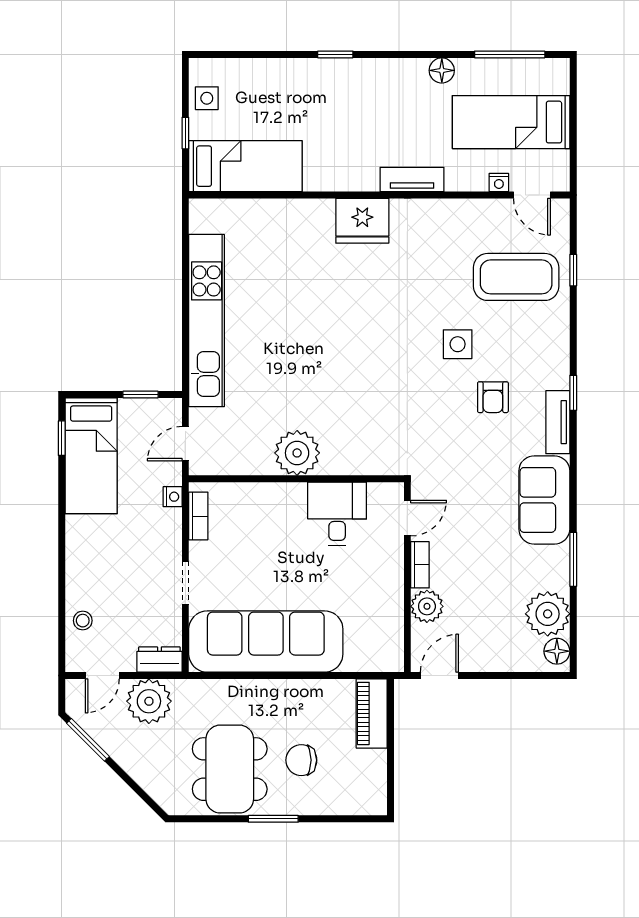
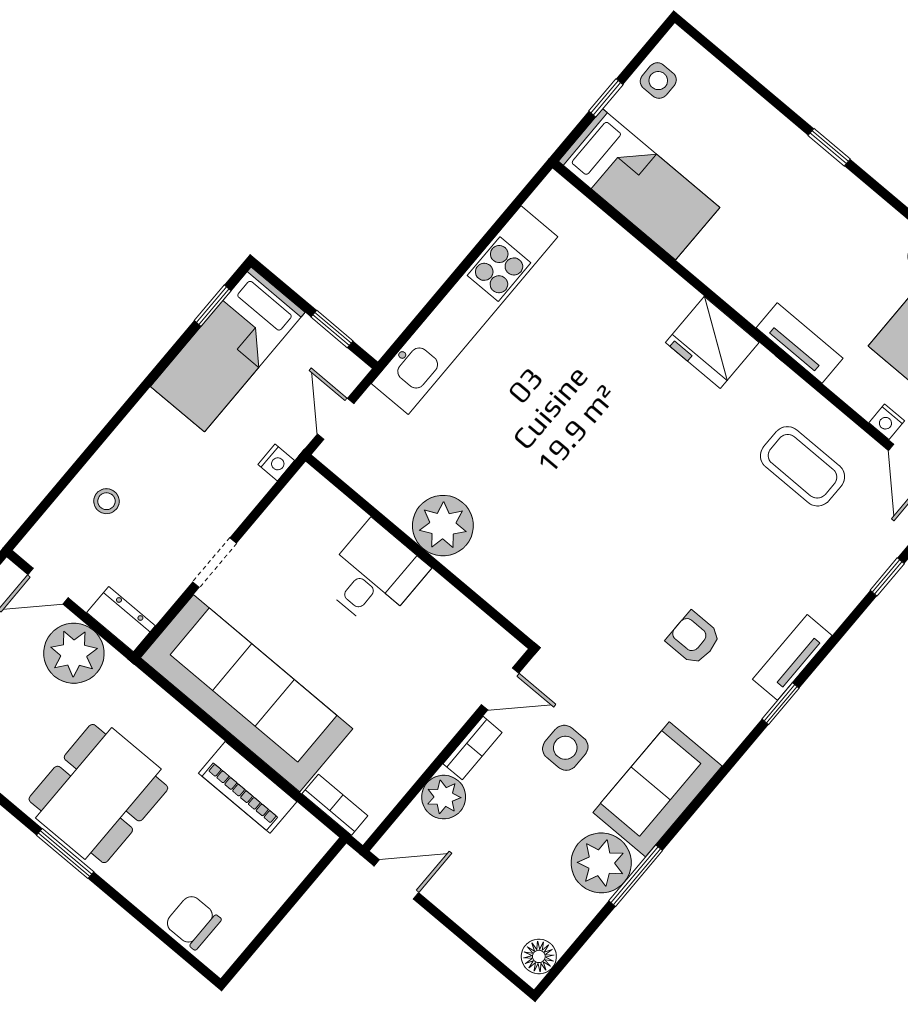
coffee table: (516, 277) -> (803, 466), moved, width x0.73, depth x0.76
side table: (458, 344) -> (565, 748), moved
armchair: (493, 397) -> (694, 638), turned 90
tv unit: (558, 422) -> (792, 657), moved
door: (185, 444) -> (336, 419), hinge flipped
desk: (337, 514) -> (374, 575), moved
bookcase: (198, 516) -> (335, 805), moved, turned -90
plant: (548, 614) -> (601, 863), moved
stool: (83, 621) -> (106, 501), moved
piano: (372, 713) -> (248, 787), moved, turned -90
chair: (301, 760) -> (193, 922), moved
window: (273, 819) -> (65, 854), moved

